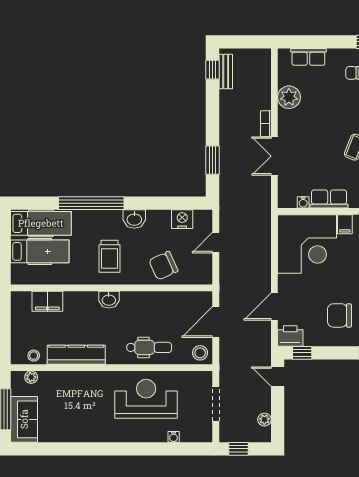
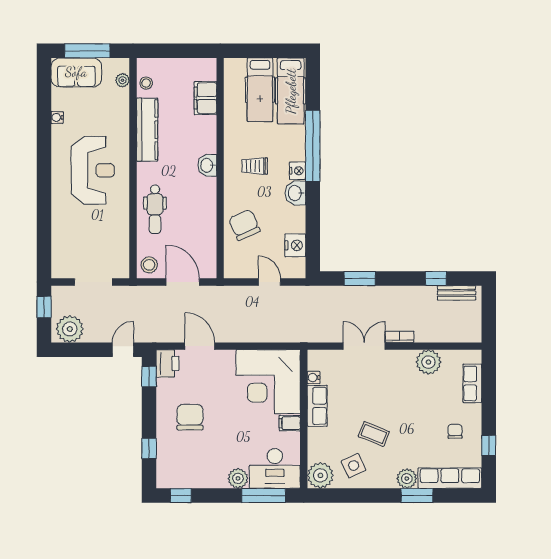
window: (212, 70) -> (436, 278), moved
nightstand: (114, 217) -> (298, 171), added
trolley: (110, 256) -> (255, 166), width x0.73, depth x0.72
reception desk: (146, 399) -> (93, 170), moved
plant: (264, 420) -> (70, 329), width x1.88, depth x1.88
water cooler: (174, 437) -> (57, 117), moved

